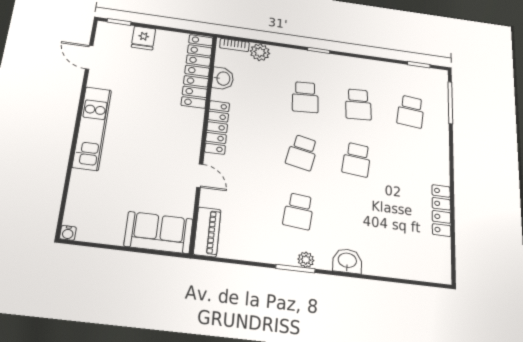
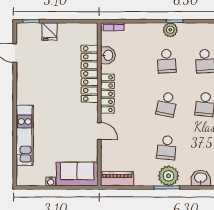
plant: (260, 52) -> (170, 30), moved
locker: (197, 71) -> (90, 74), moved
kitchen unit: (92, 128) -> (25, 135), moved
piano: (207, 232) -> (117, 179), moved, turned -90
water cooler: (68, 233) -> (51, 181), moved
plant: (306, 260) -> (169, 176), width x1.88, depth x1.88

